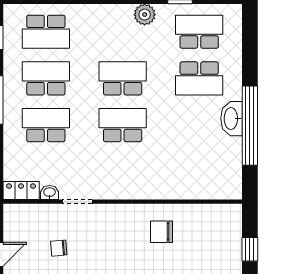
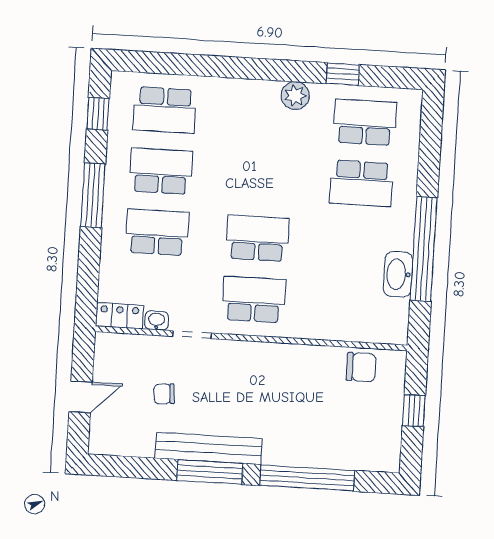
school desk: (123, 78) -> (254, 299), moved
washbasin: (231, 119) -> (398, 274), moved
chair: (161, 232) -> (361, 367), moved, turned 180

